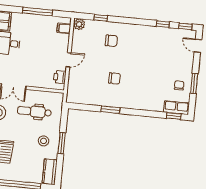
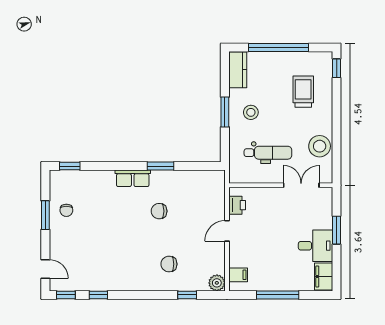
row of seats: (176, 108) -> (133, 178), moved

